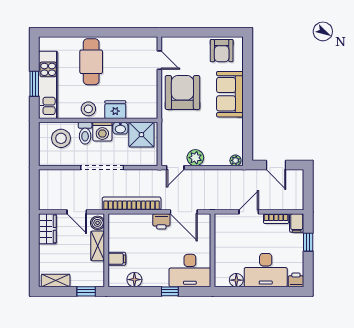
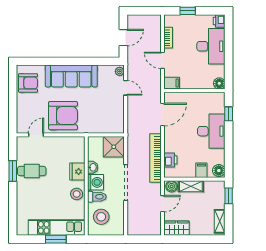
window: (116, 32) -> (13, 171), added
cafe table: (91, 62) -> (32, 171), moved, width x0.73, depth x0.74
armchair: (182, 93) -> (63, 116), turned 180
sofa: (230, 94) -> (71, 76), width x1.36
shower: (141, 135) -> (114, 147), moved
plant: (195, 158) -> (117, 105), removed
door: (175, 168) -> (126, 88), moved
printer: (161, 221) -> (170, 160), moved
filing cabinet: (297, 223) -> (172, 83), moved
desk: (190, 271) -> (211, 131), moved
floor lamp: (134, 280) -> (219, 171), moved
floor lamp: (236, 280) -> (219, 83), moved
window: (170, 291) -> (229, 114), moved

